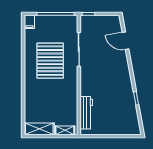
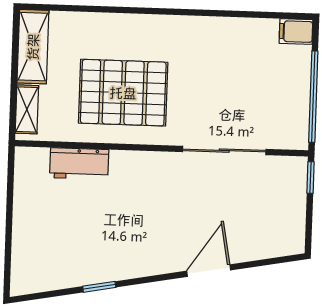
door: (125, 41) -> (209, 271), moved
pallet: (50, 61) -> (123, 93), moved
workbench: (86, 113) -> (79, 164), width x0.73

